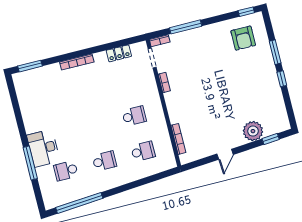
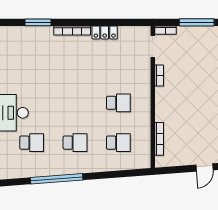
locker: (119, 53) -> (105, 33), moved
window: (30, 66) -> (38, 22), moved
school desk: (66, 171) -> (32, 143), turned 180
window: (79, 203) -> (57, 179), moved

